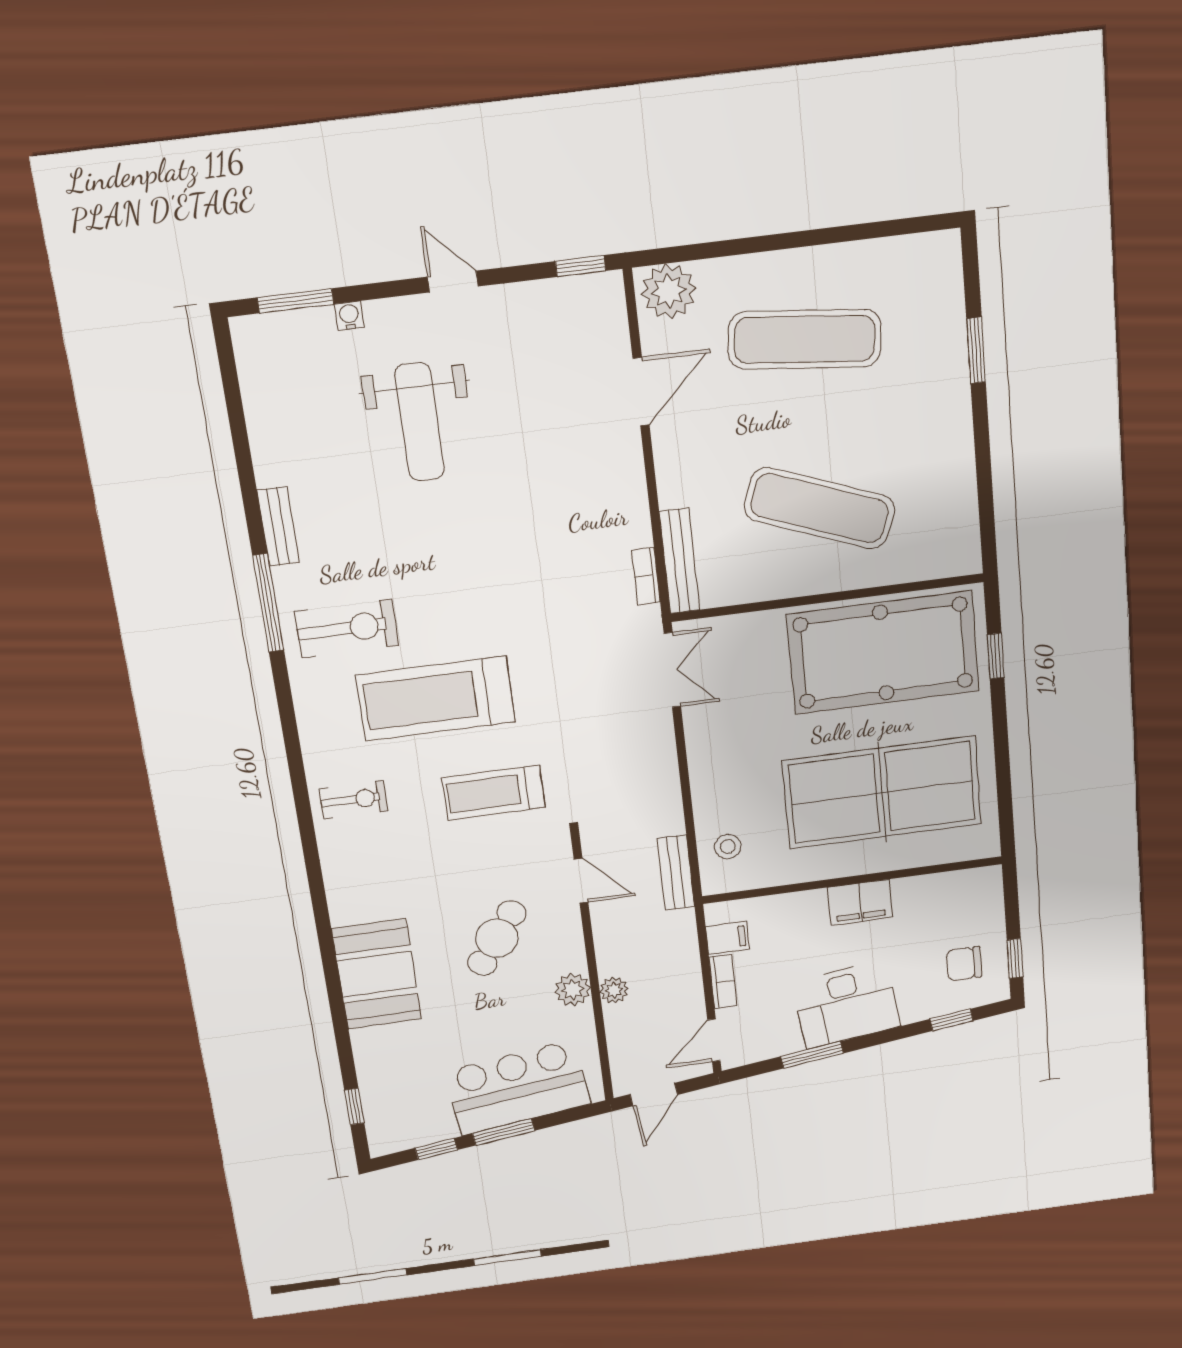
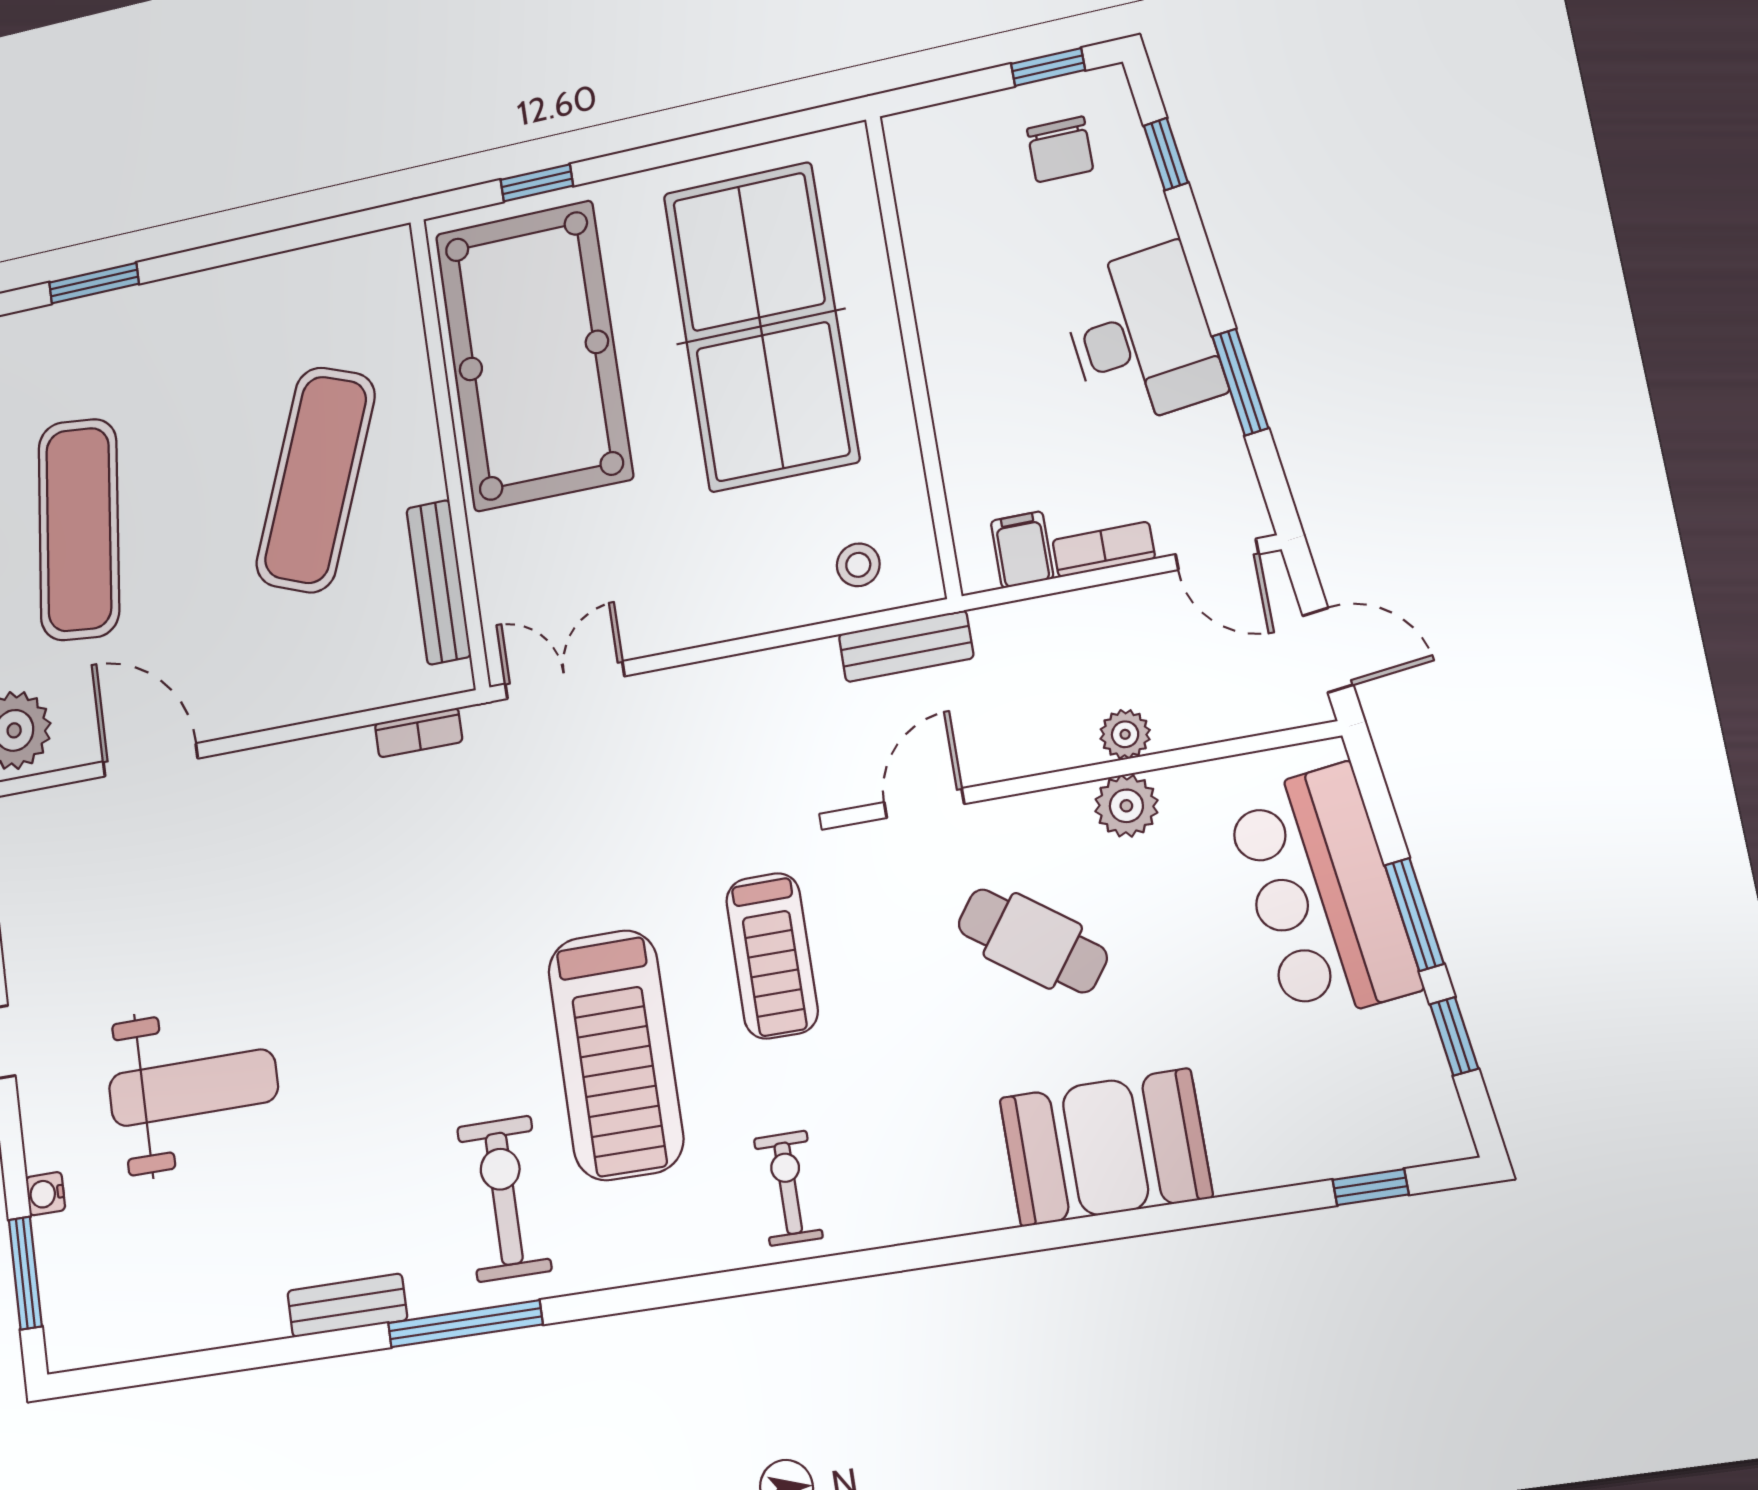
bench: (679, 561) -> (439, 582), moved, turned 90
filing cabinet: (860, 902) -> (952, 337), removed

